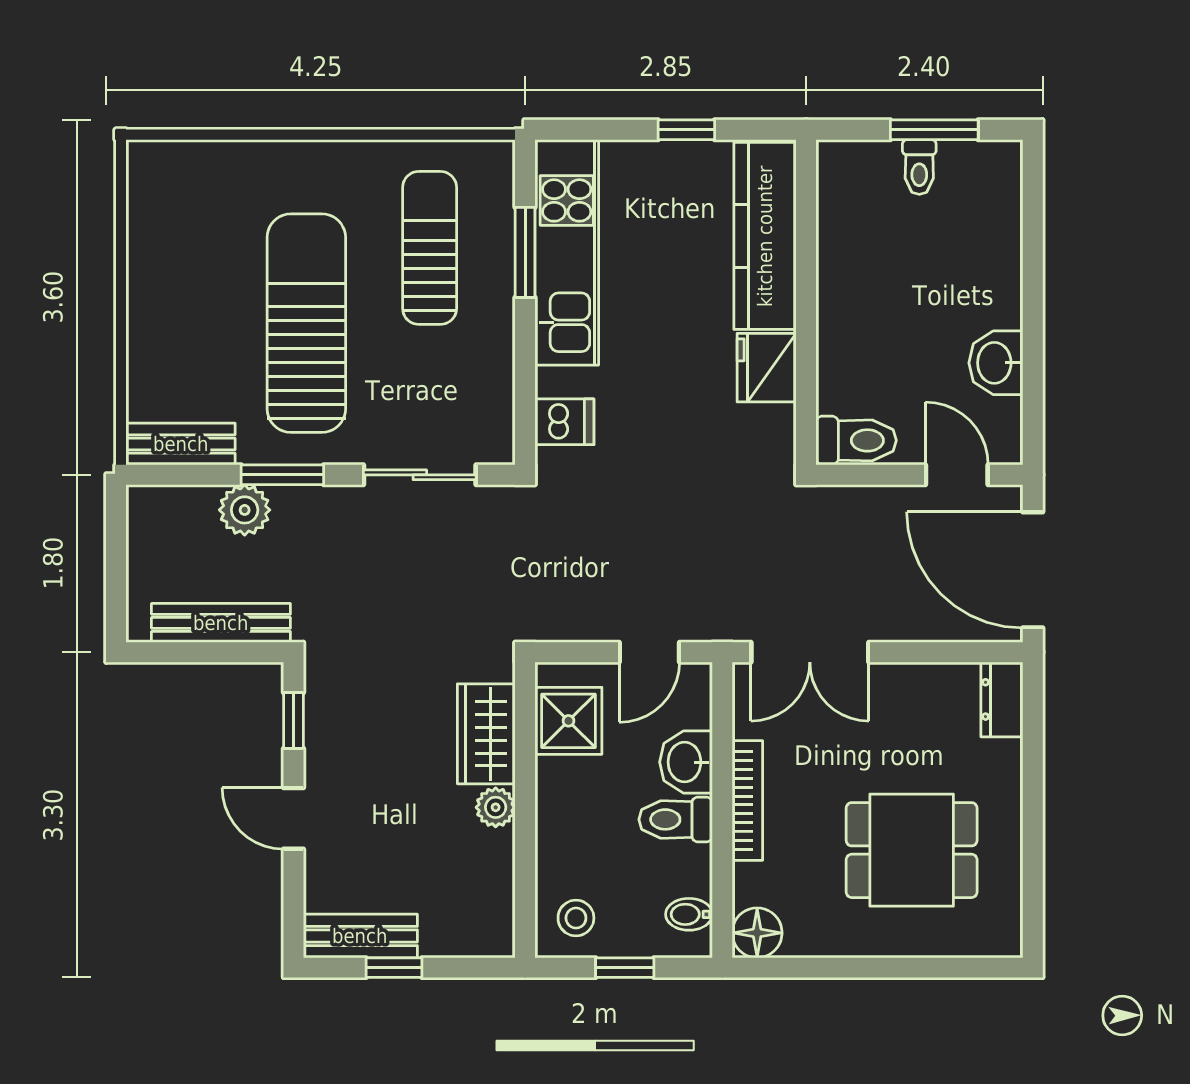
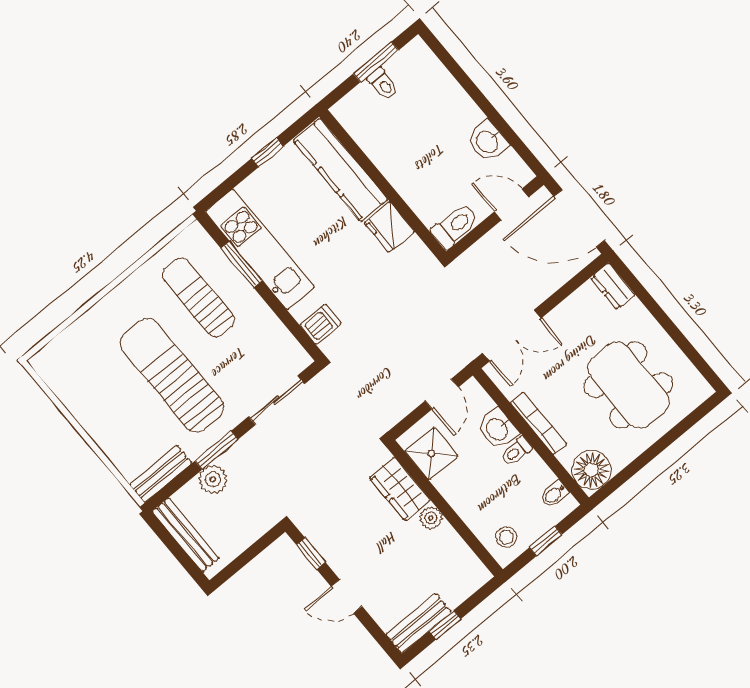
bench: (221, 623) -> (186, 535), moved, turned 90
toilet: (676, 819) -> (516, 451), width x0.73, depth x0.72
dining table: (912, 850) -> (628, 385), width x1.38
floor lamp: (757, 933) -> (592, 470), width x1.38, depth x1.38

